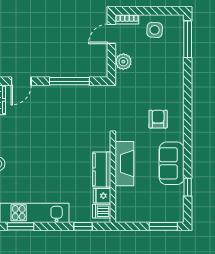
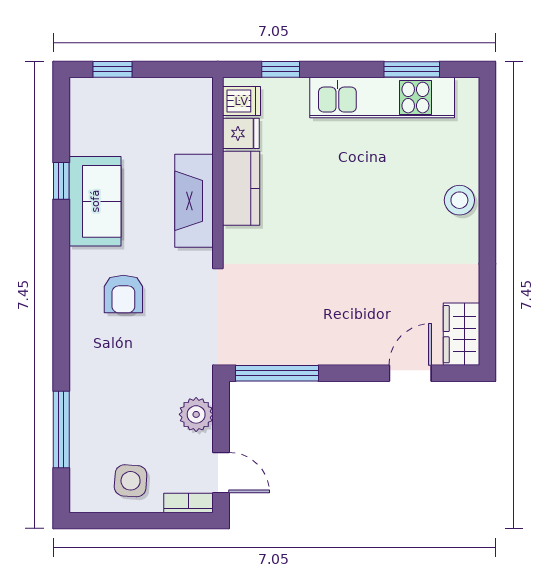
door: (111, 34) -> (221, 473), hinge flipped
window: (188, 39) -> (61, 429), moved
window: (69, 81) -> (277, 373), moved
window: (188, 187) -> (61, 181), moved
window: (163, 226) -> (112, 69), width x0.67

